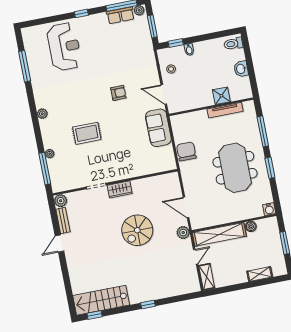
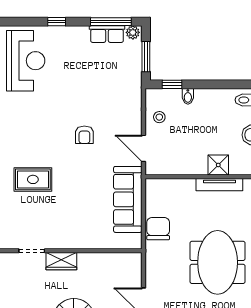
armchair: (118, 93) -> (84, 135), turned 90
sofa: (158, 128) -> (128, 199), width x1.36

